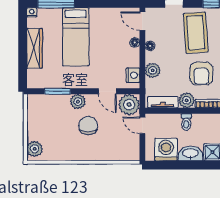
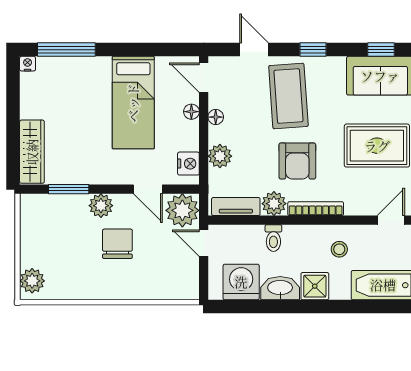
bed: (76, 37) -> (133, 103), moved
wardrobe: (34, 48) -> (32, 152), moved

